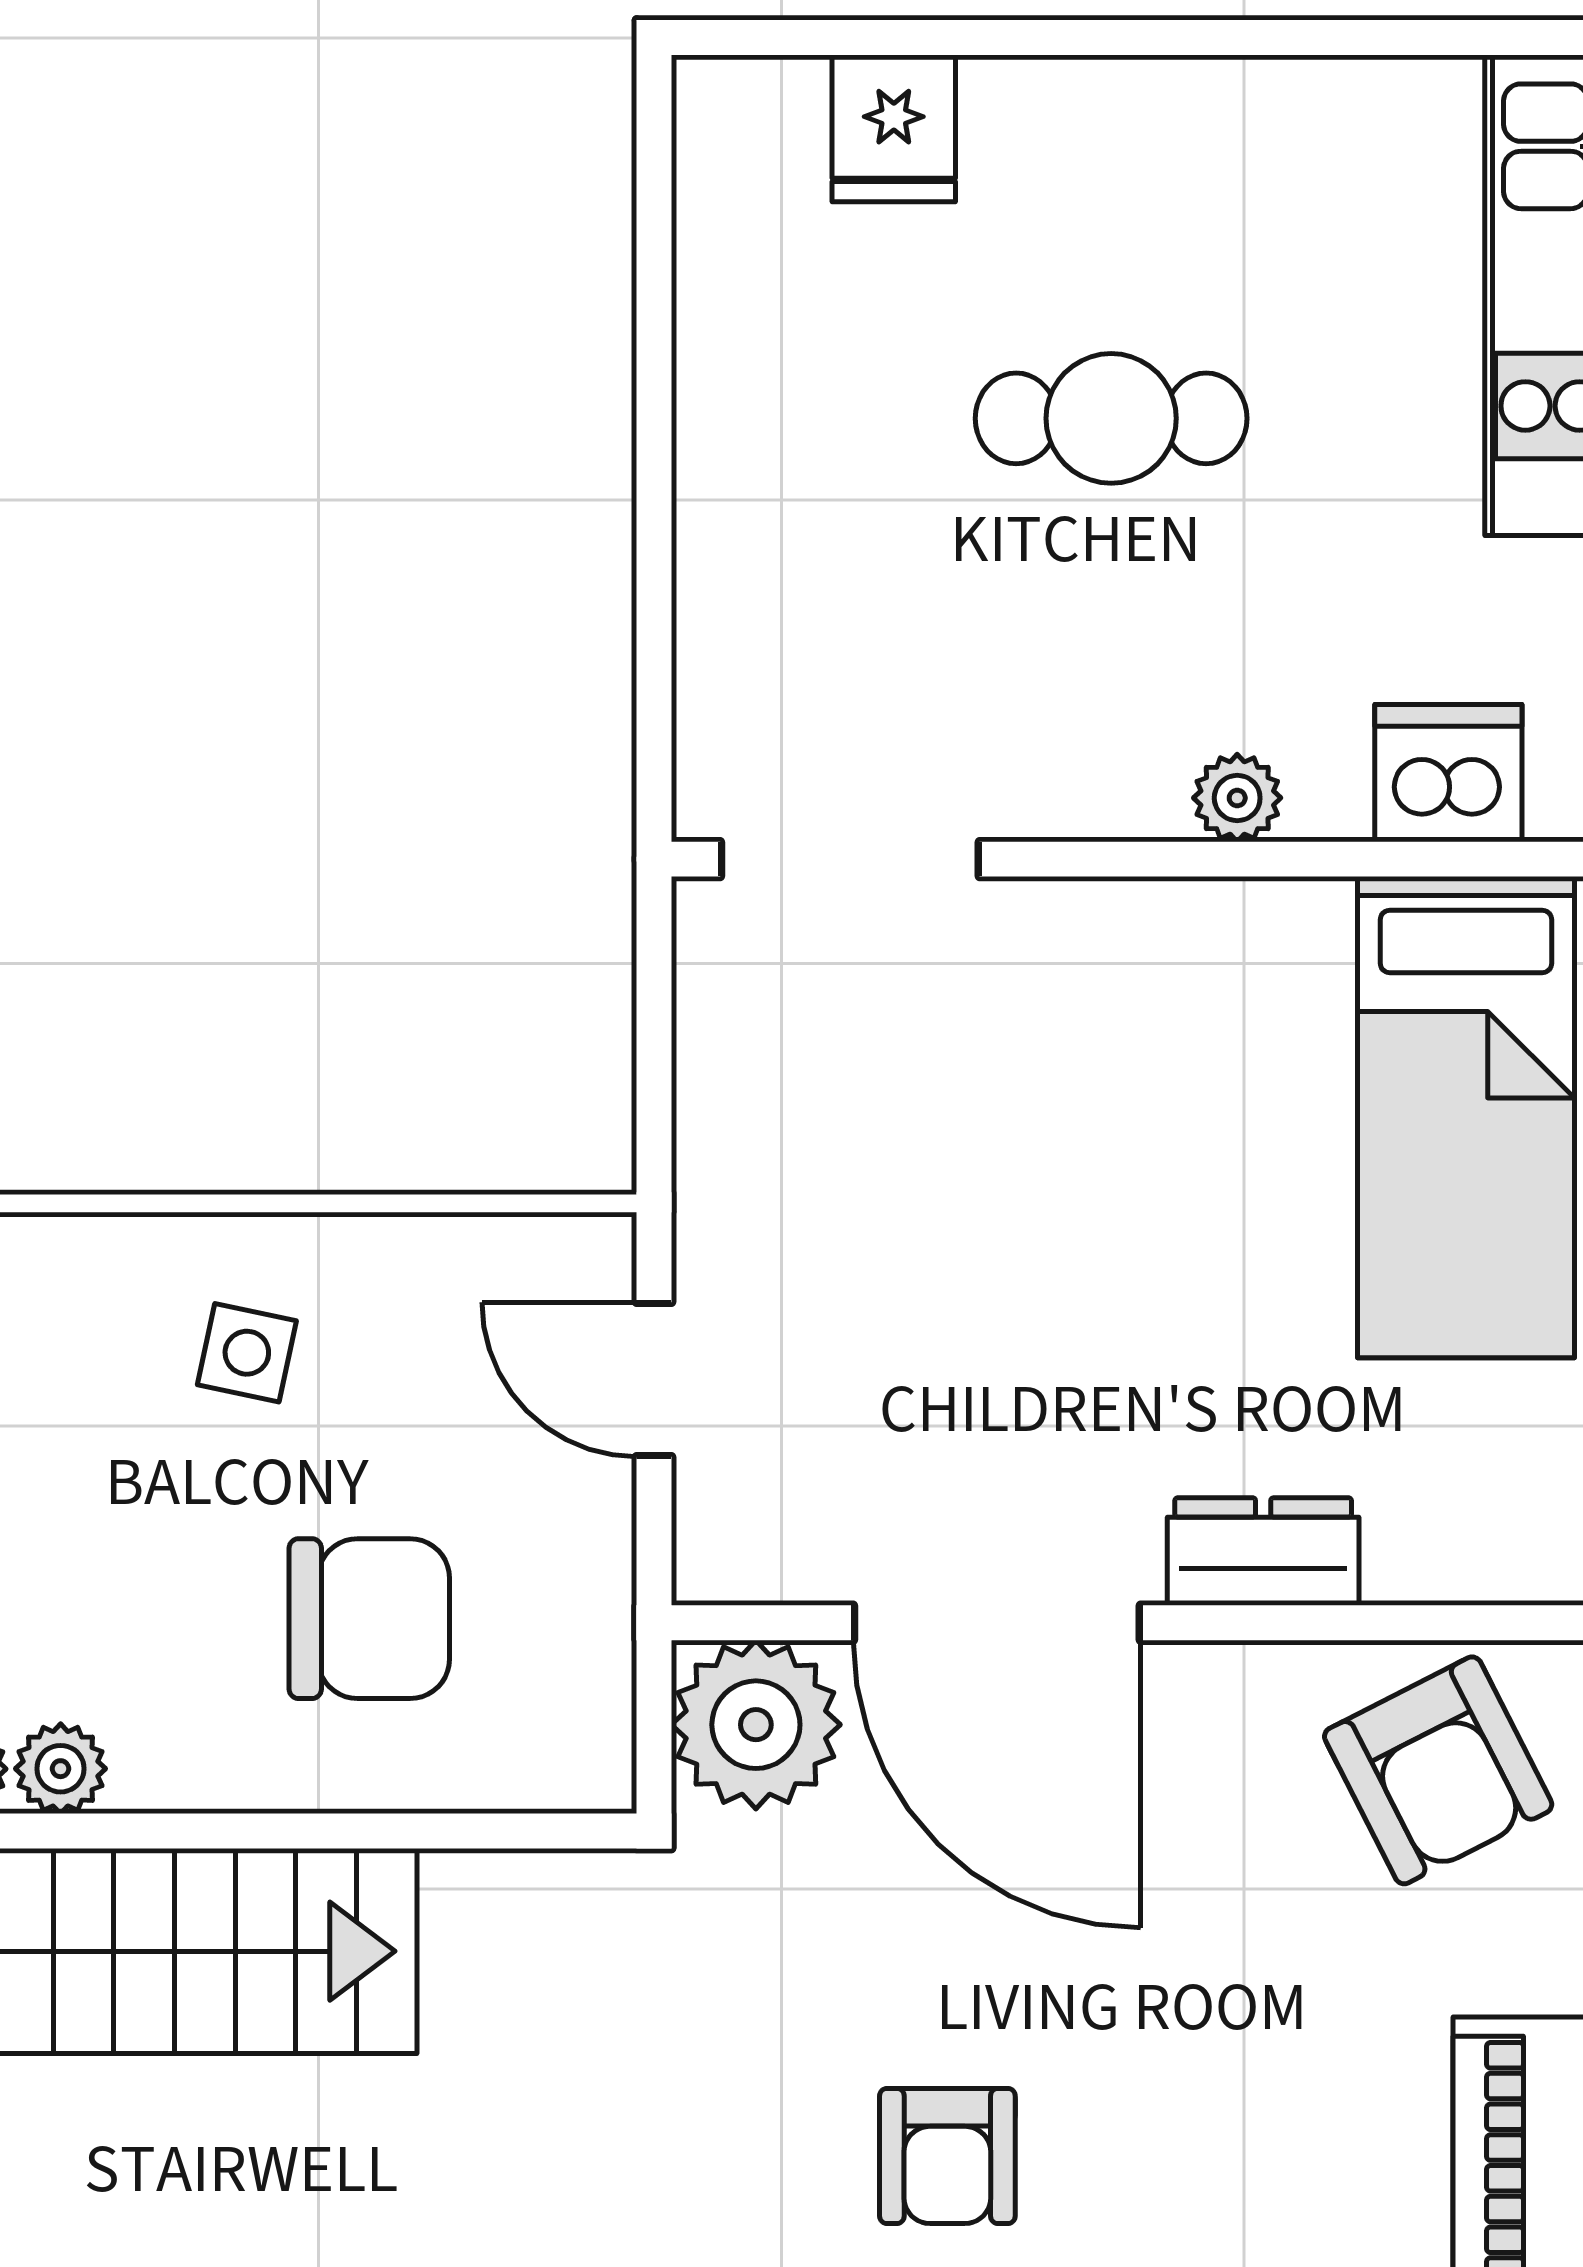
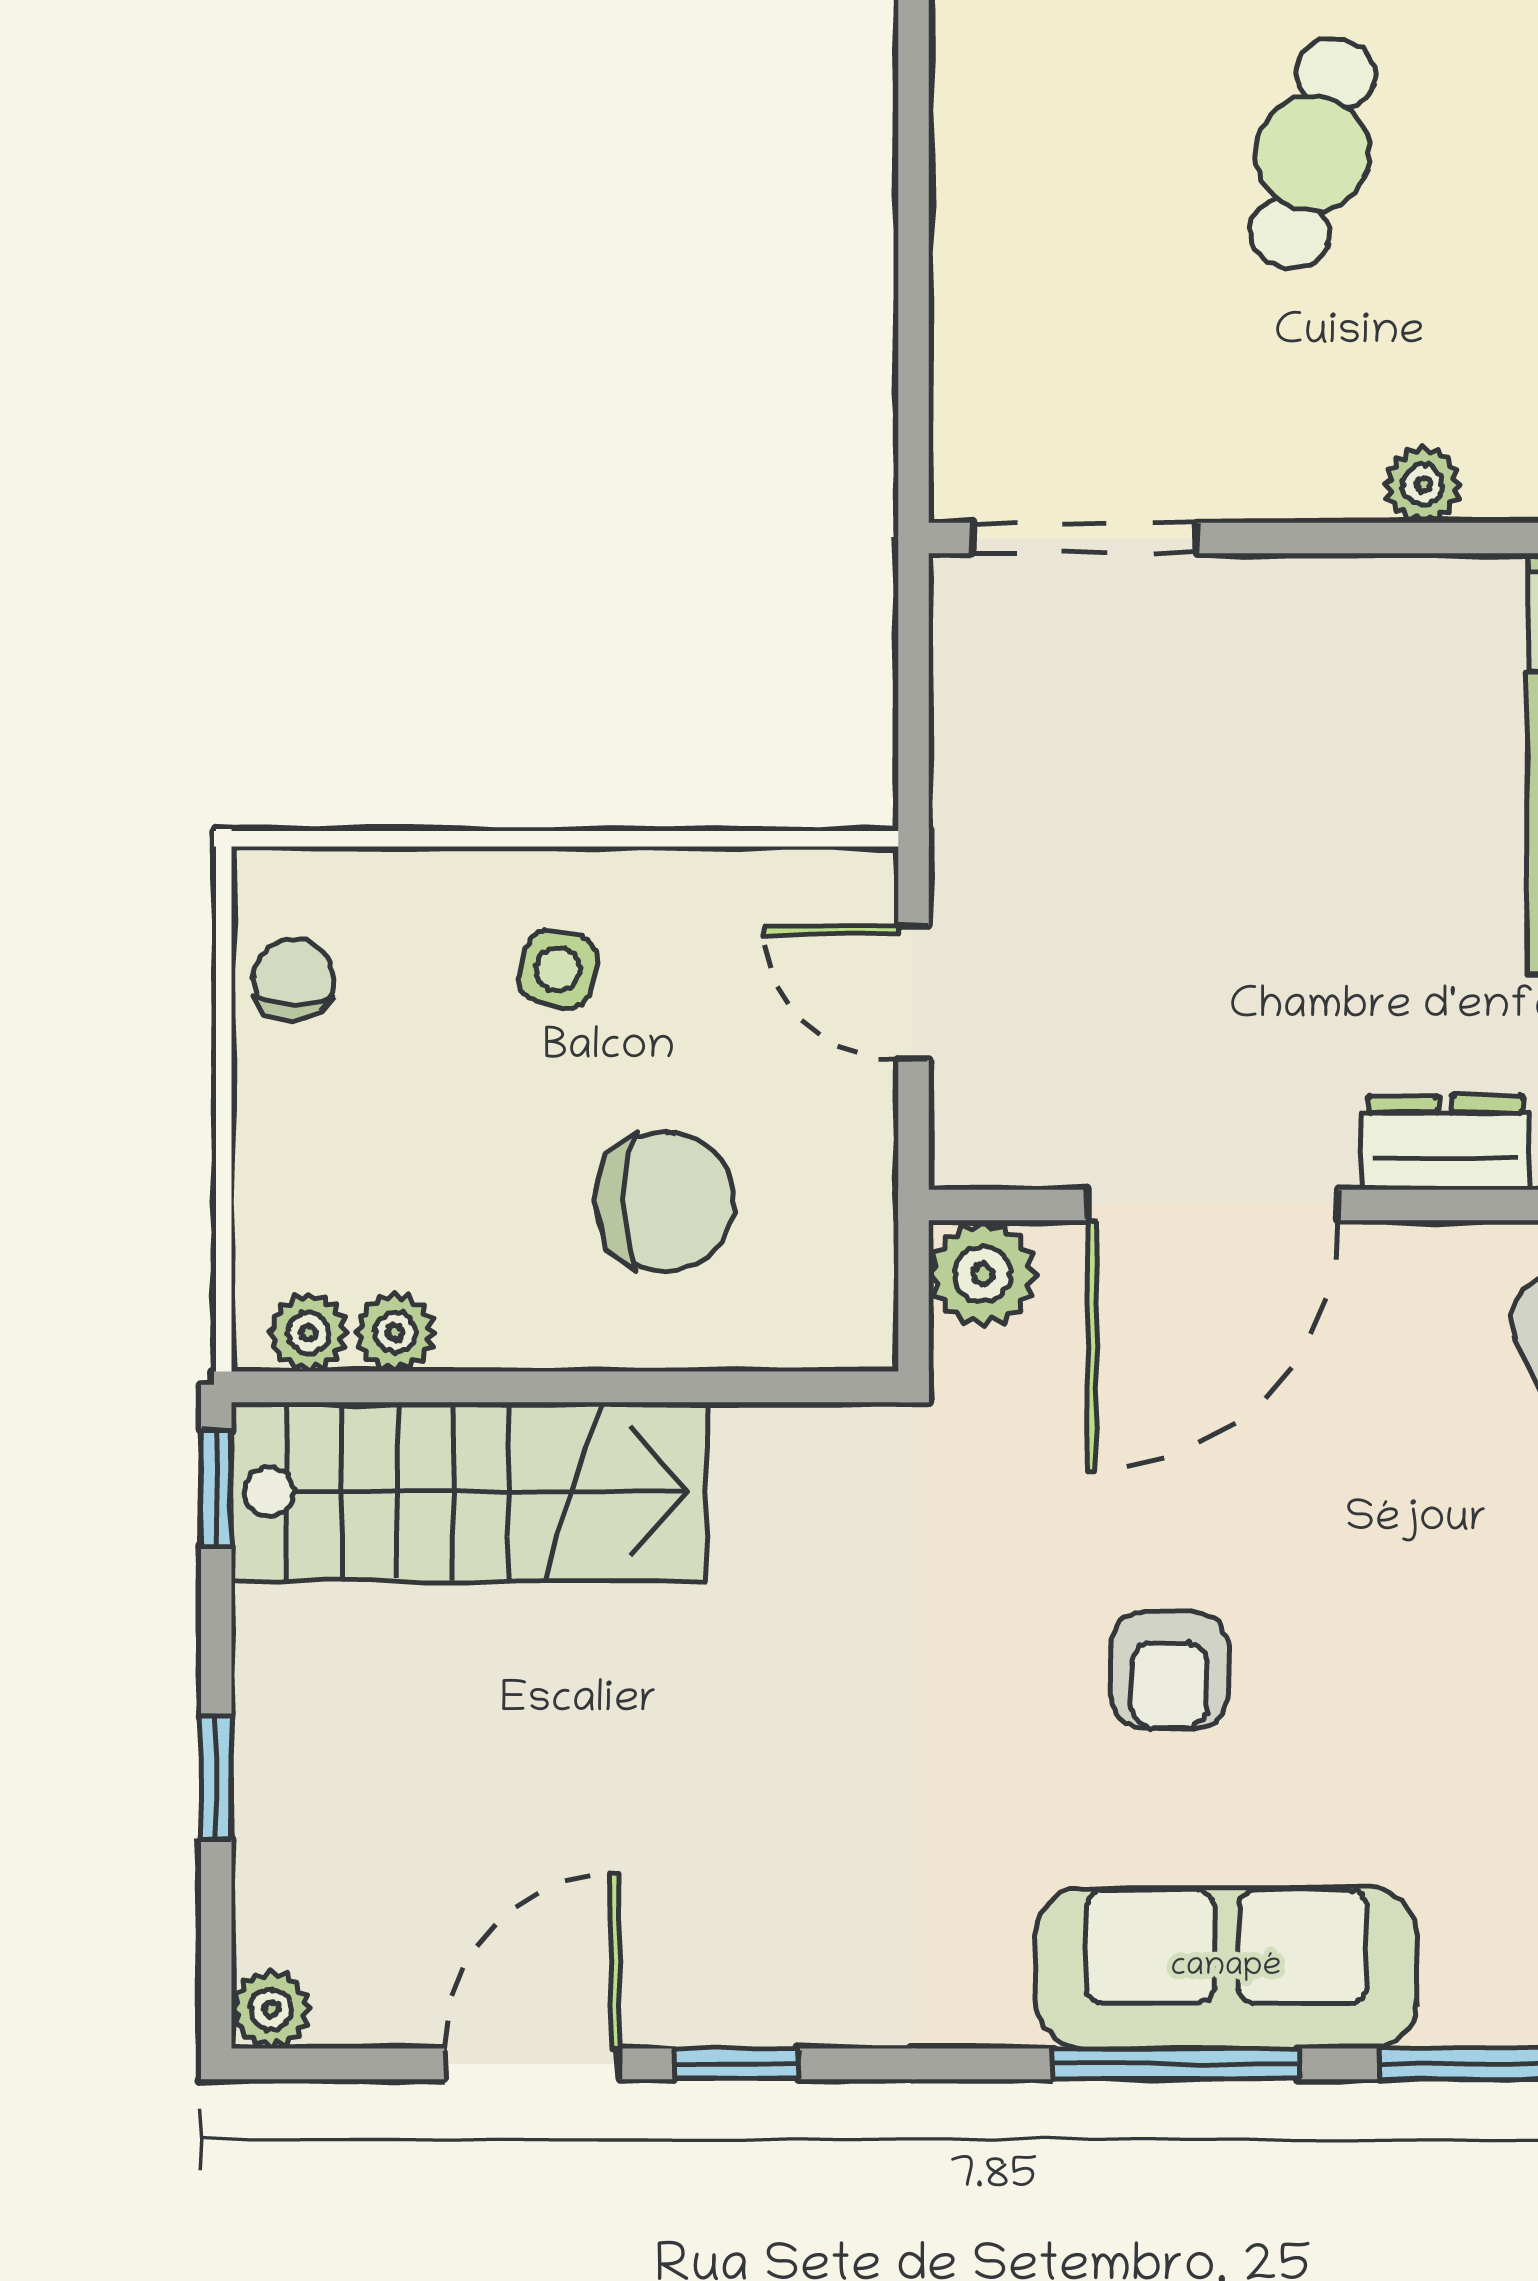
cafe table: (1111, 418) -> (1313, 153), turned -74
door: (997, 1623) -> (1213, 1205), hinge flipped
plant: (756, 1725) -> (983, 1274), width x0.73, depth x0.73

